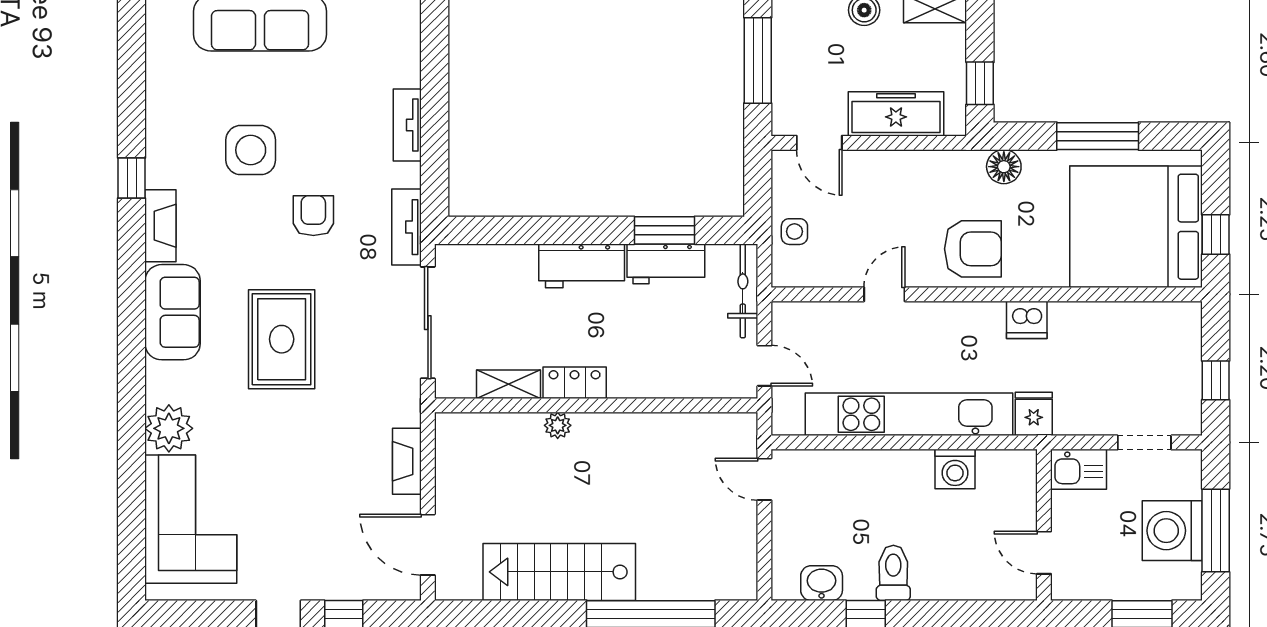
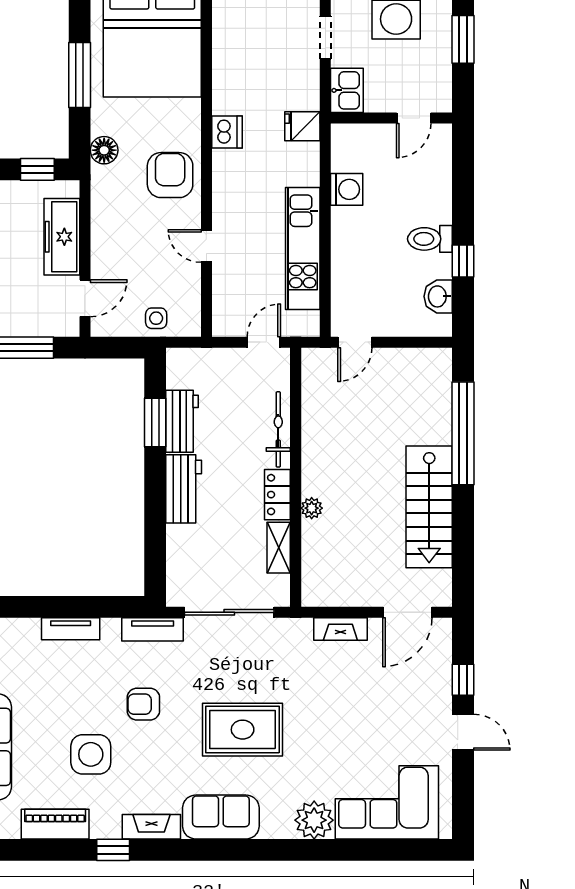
piano: (164, 106) -> (55, 824), added
bicycle: (743, 291) -> (278, 429), moved, turned 90
kitchen unit: (909, 414) -> (303, 248), width x0.73

